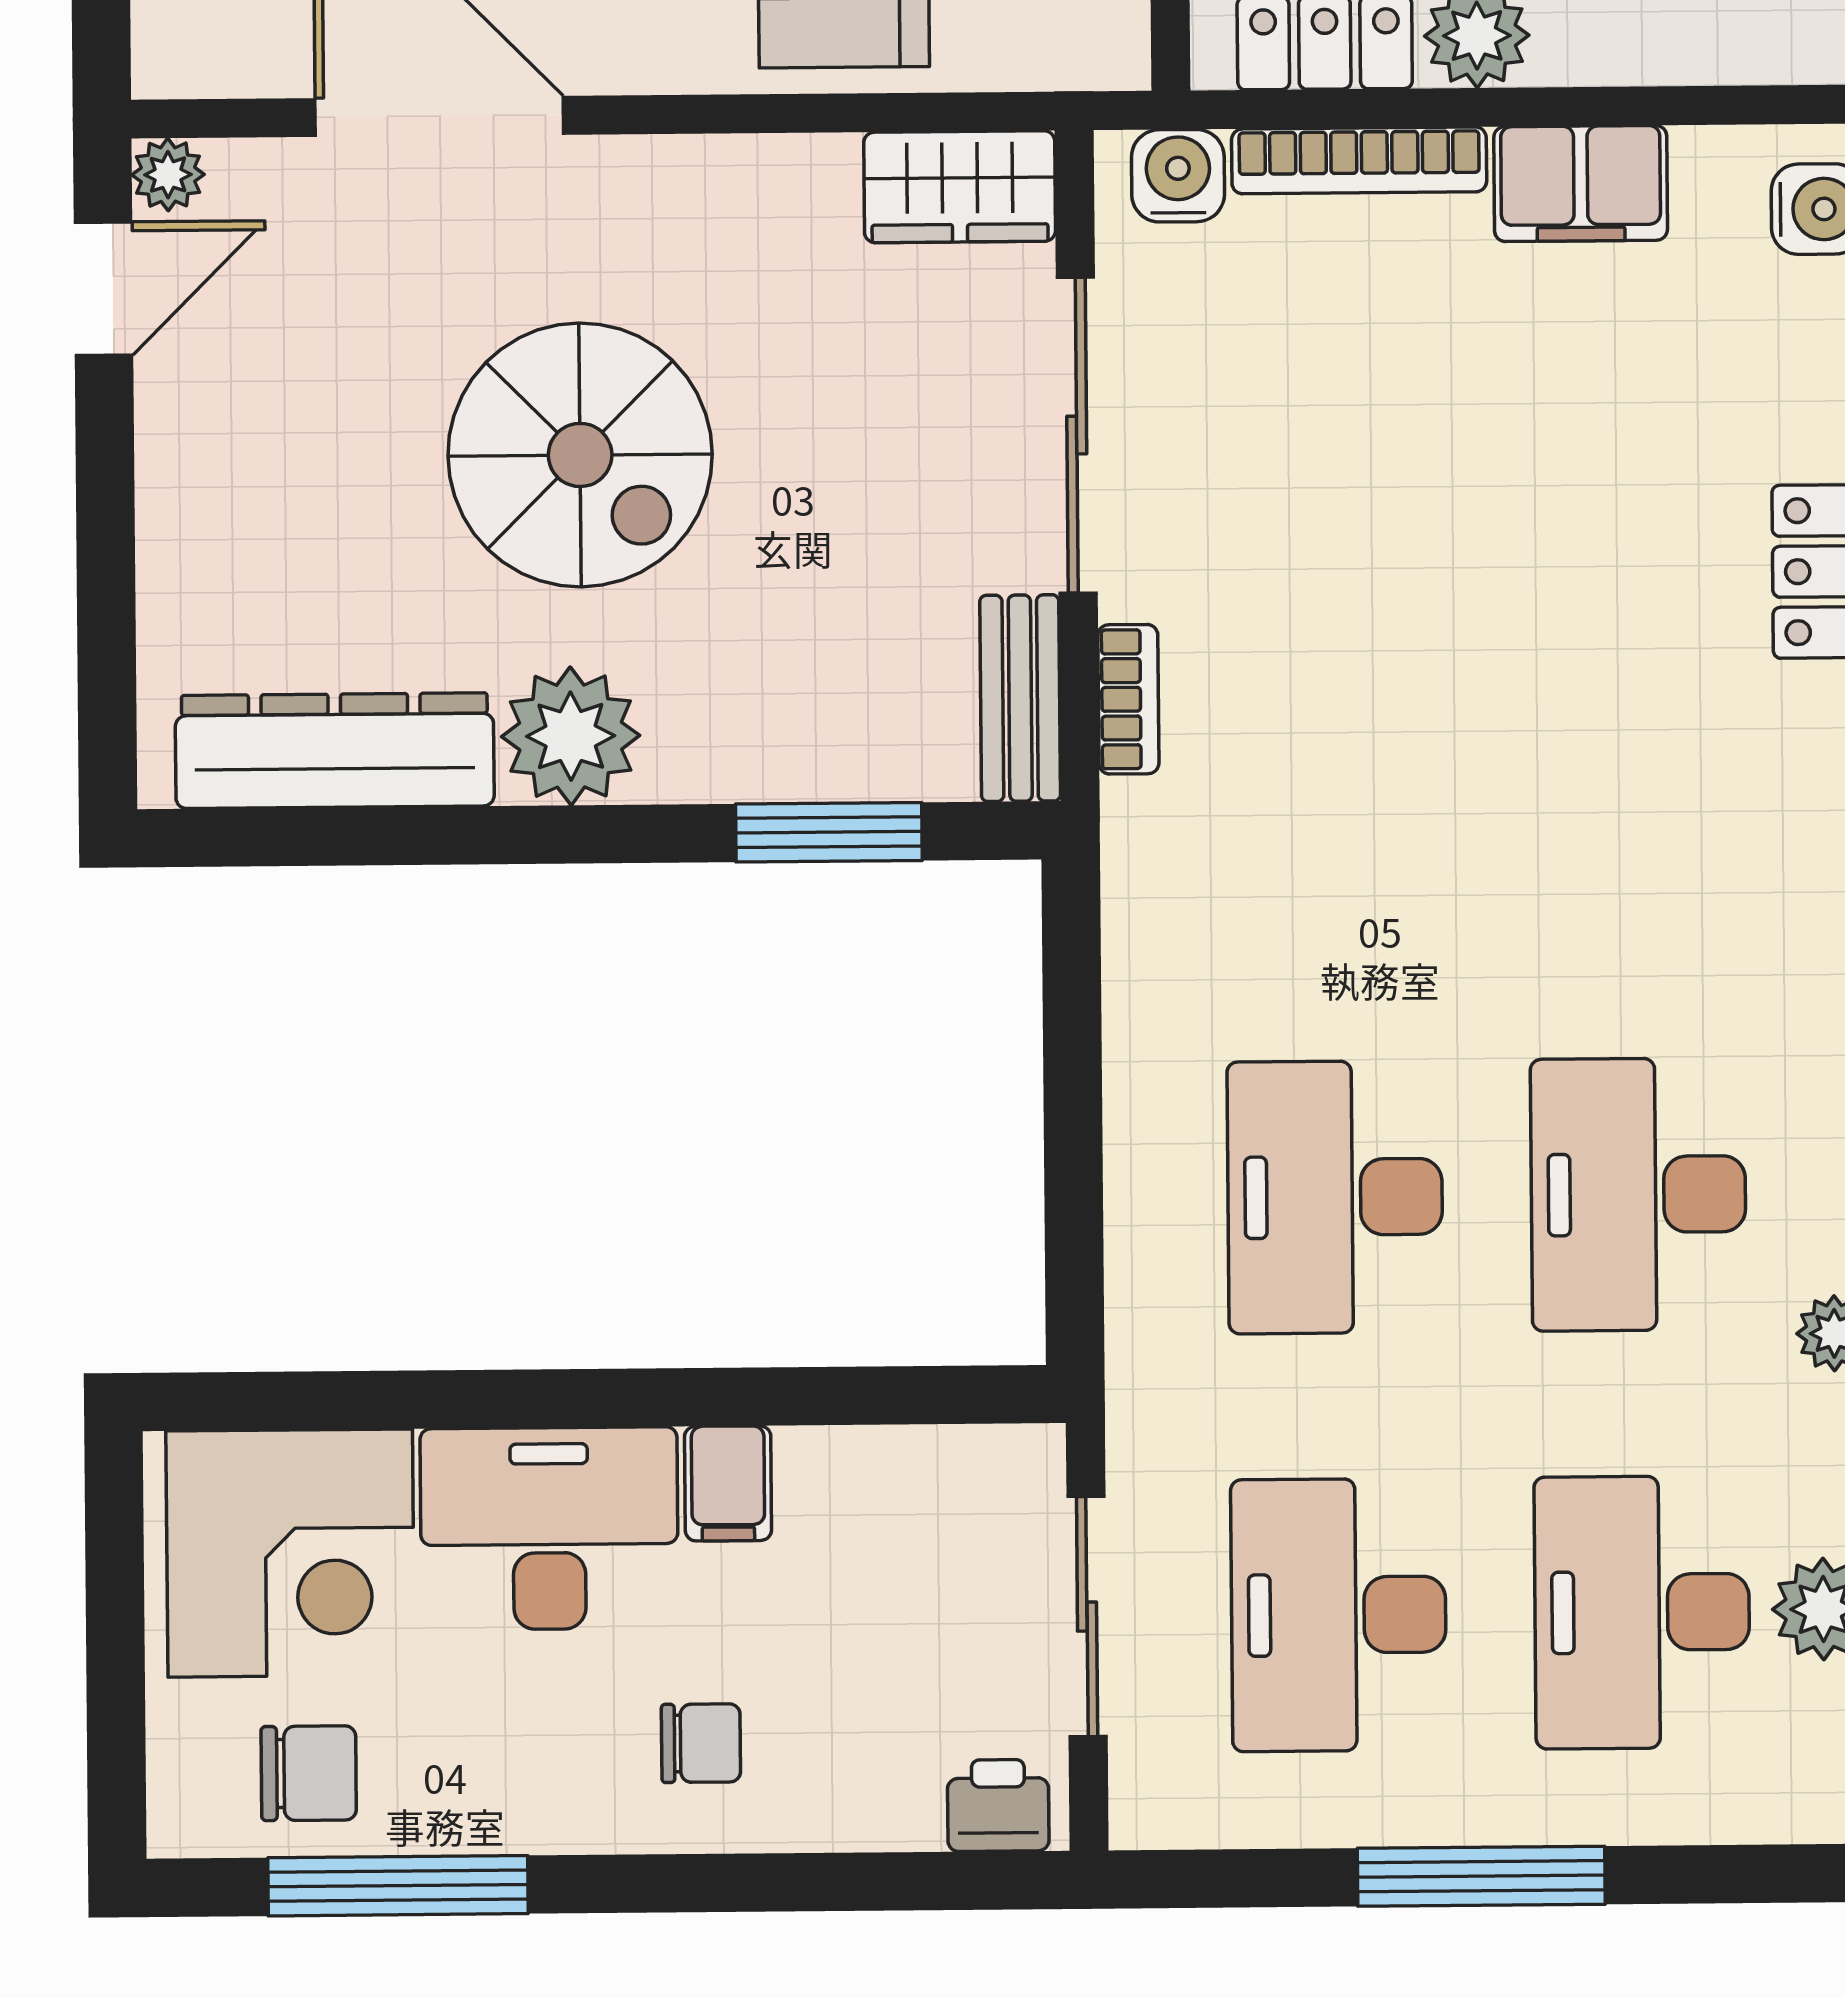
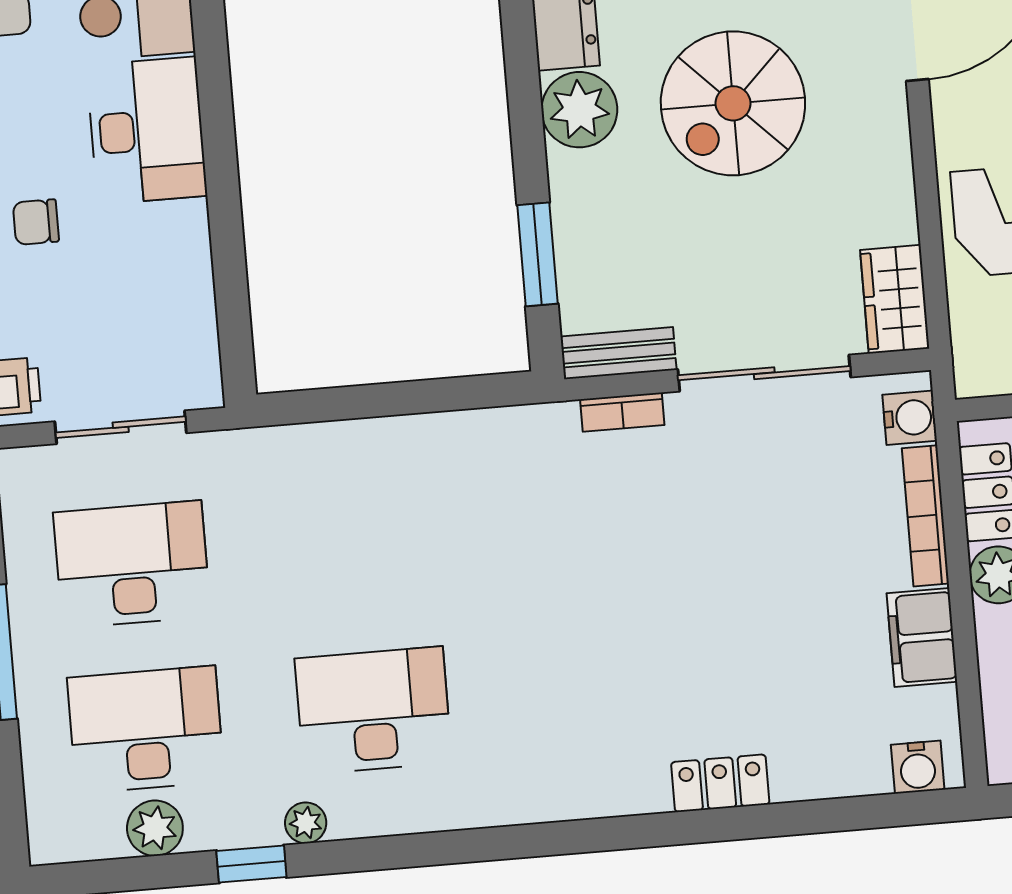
desk: (1335, 1197) -> (359, 545), removed
filing cabinet: (728, 1483) -> (179, 226), removed
chair: (701, 1743) -> (36, 222), turned 90

